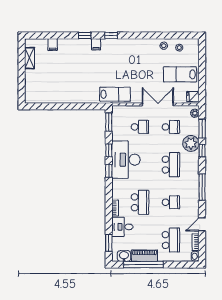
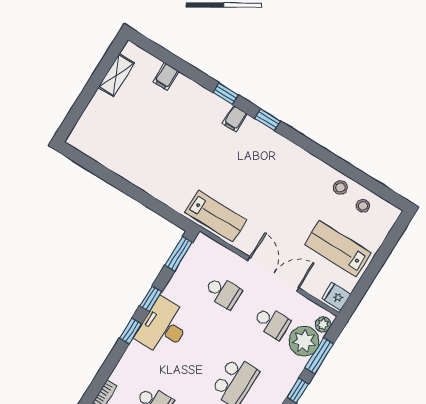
plant: (191, 143) -> (304, 341), moved
desk: (126, 160) -> (164, 327), width x0.73, depth x0.77

